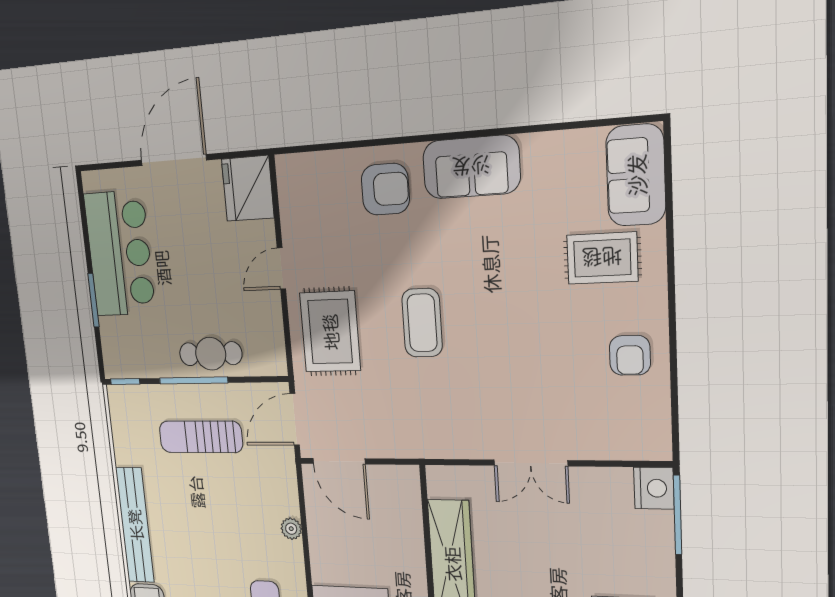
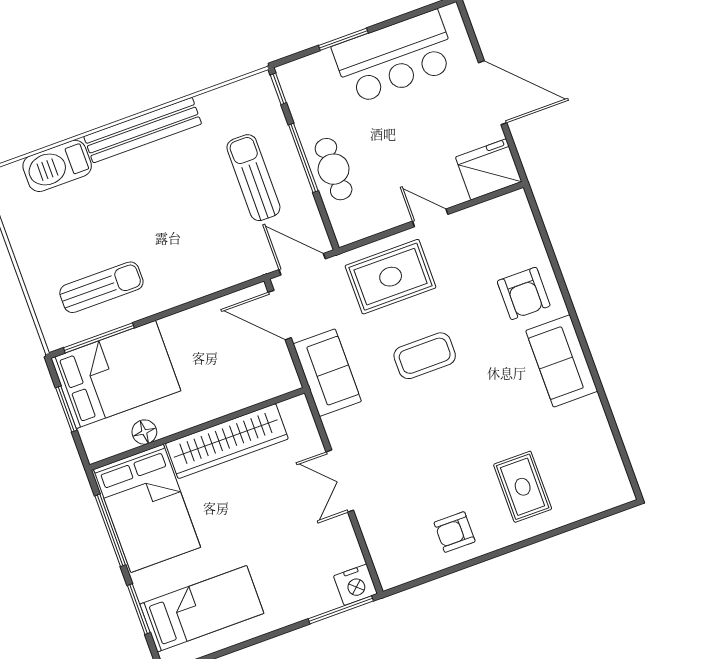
sofa: (636, 175) -> (327, 373), moved, turned 90
door: (339, 461) -> (280, 315), hinge flipped
plant: (291, 529) -> (201, 287), removed

